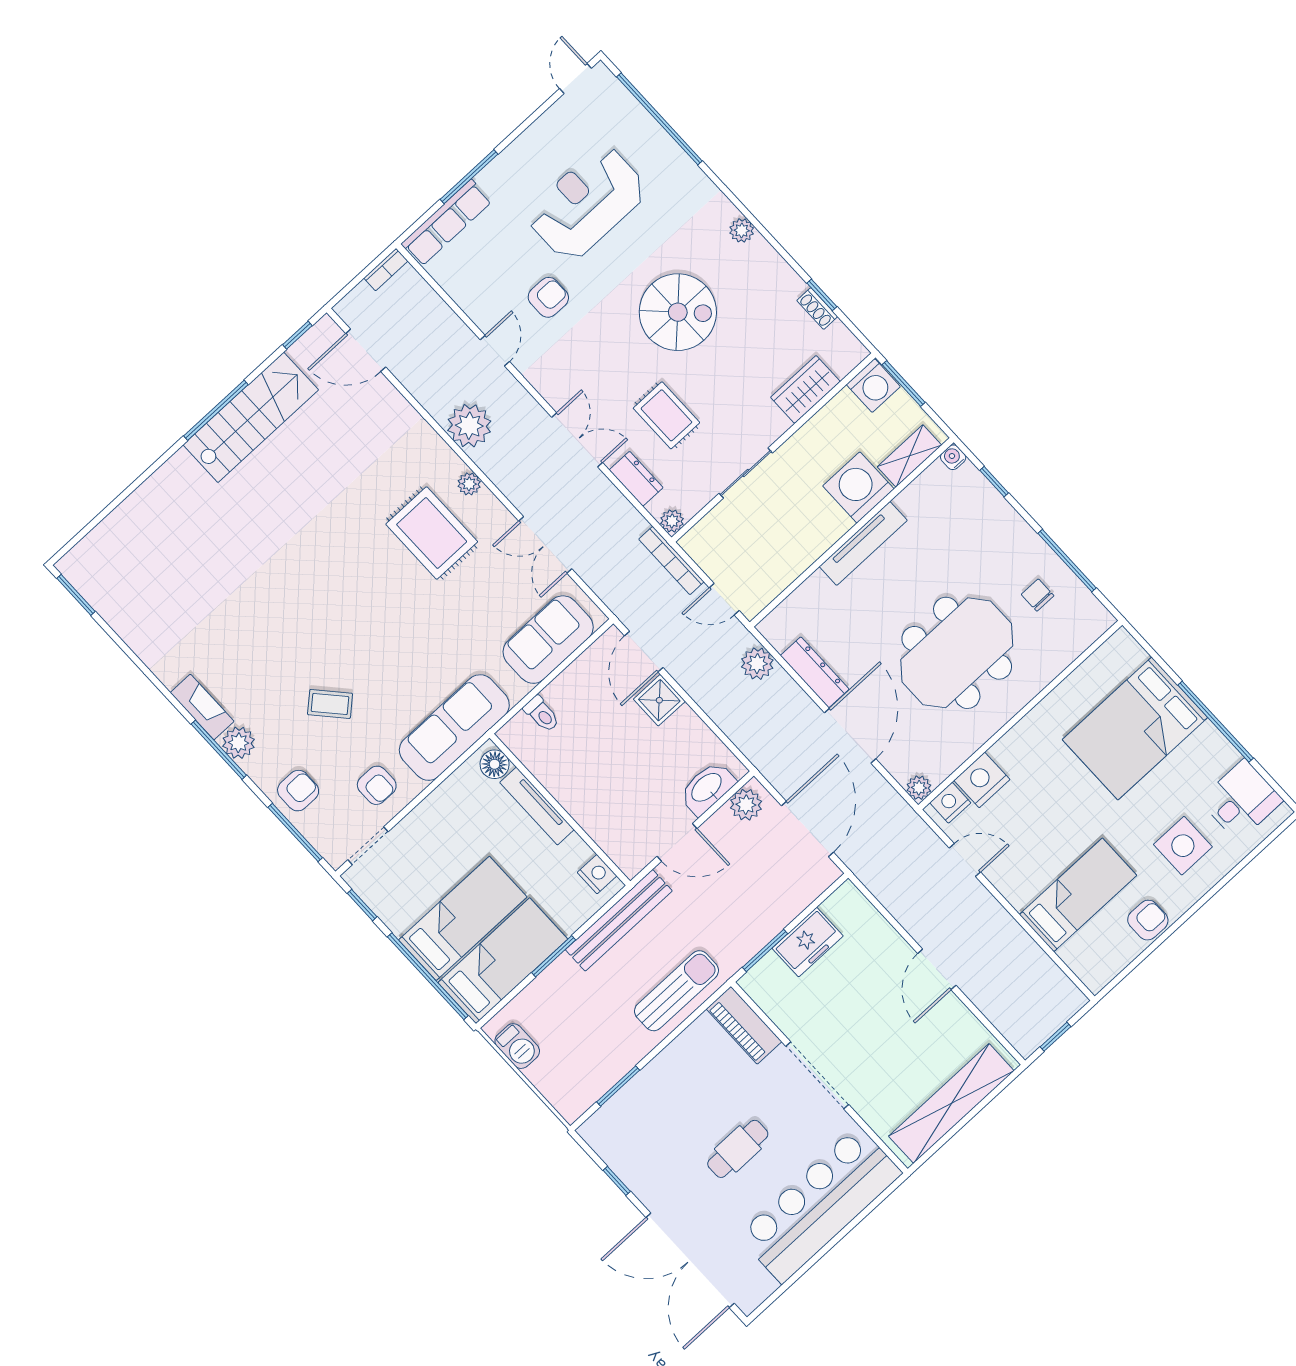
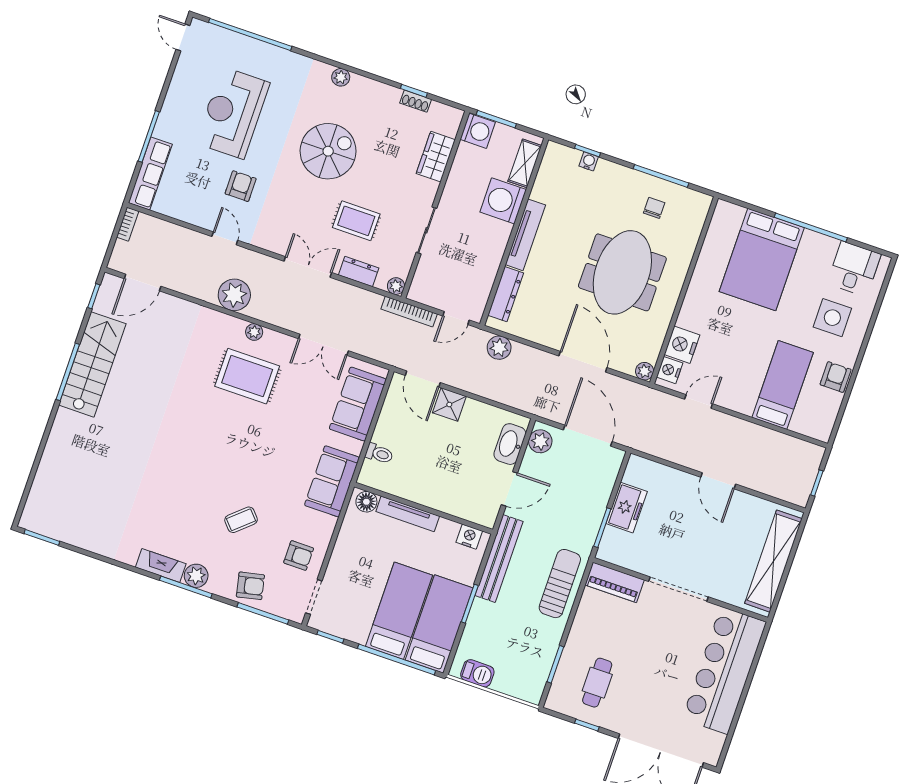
water cooler: (953, 457) -> (589, 161), moved, turned 90
chair: (1038, 595) -> (654, 208), turned 90
dresser: (815, 672) -> (506, 294), moved, turned 90
sofa: (454, 728) -> (332, 481), width x0.73
armchair: (298, 791) -> (250, 586), turned 78
cafe table: (738, 1149) -> (597, 683), moved

